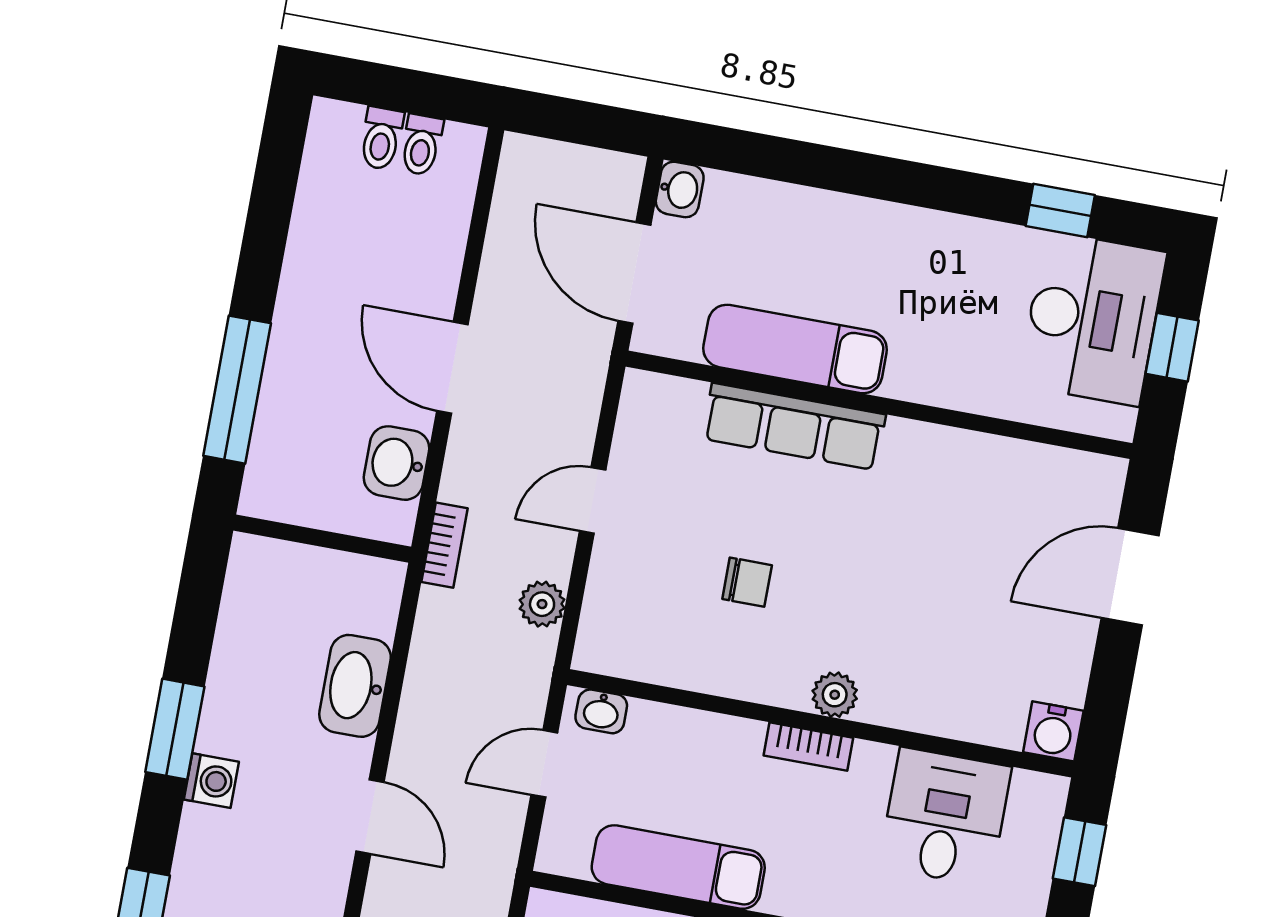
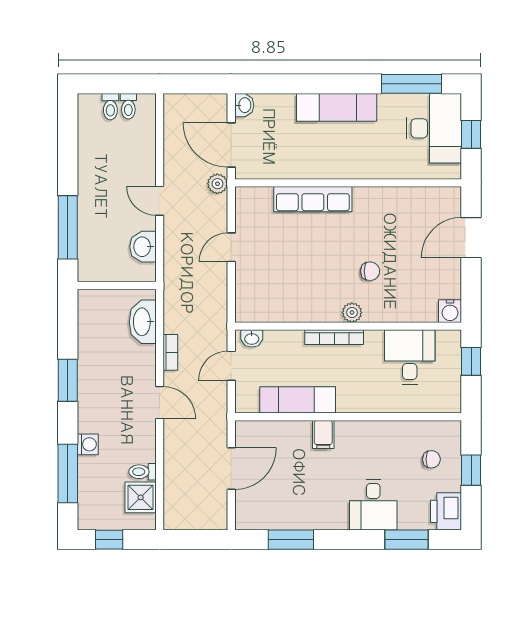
window: (1060, 210) -> (411, 84), width x2.17
exam couch: (795, 349) -> (337, 107), moved, turned 180
door: (452, 368) -> (160, 201), width x0.73
bookcase: (444, 545) -> (170, 352), moved
chair: (747, 582) -> (370, 271), moved
plant: (542, 604) -> (217, 184), moved
washbasin: (355, 686) -> (143, 322), moved
bookcase: (808, 747) -> (334, 337), width x1.56
washing machine: (211, 781) -> (88, 444), moved

